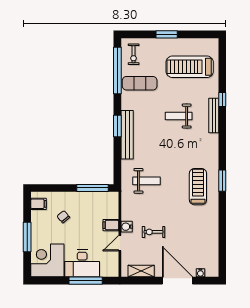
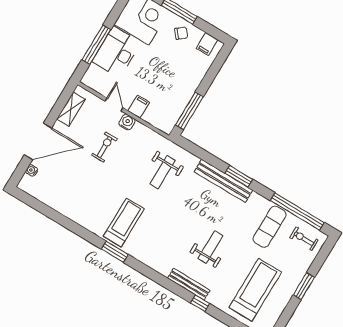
treadmill: (198, 187) -> (124, 223), turned -90
chair: (63, 217) -> (181, 33), moved

